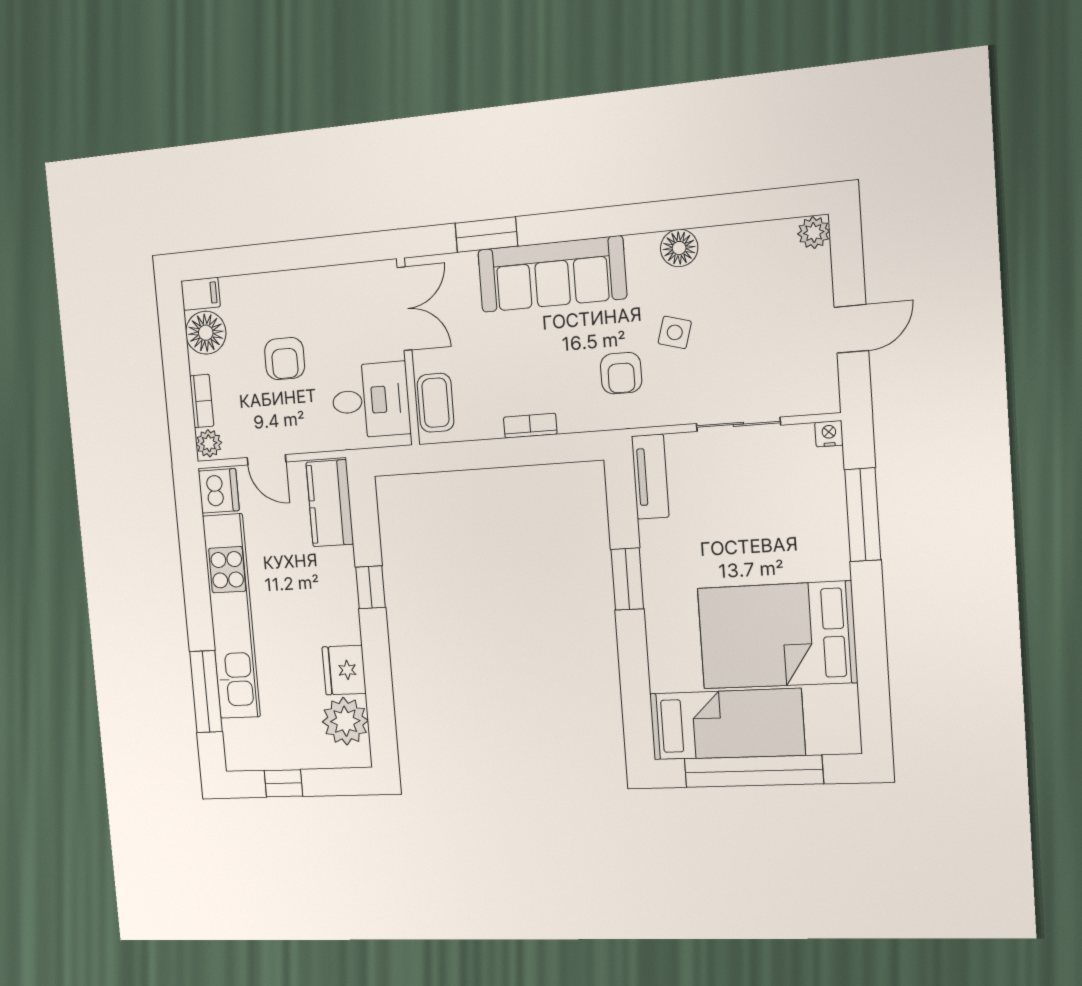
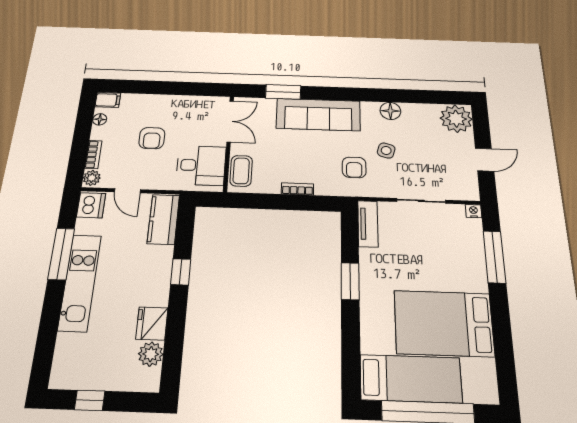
plant: (814, 233) -> (456, 119), width x1.87, depth x1.87
floor lamp: (206, 333) -> (100, 119), width x0.53, depth x0.53
kitchen unit: (231, 617) -> (80, 282), width x0.73
window: (206, 692) -> (61, 254), moved
plant: (345, 721) -> (151, 354), width x0.73, depth x0.73

